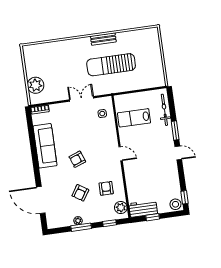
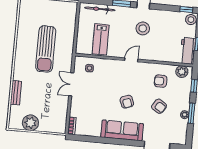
bench: (103, 39) -> (16, 93), moved
plant: (36, 85) -> (30, 123), moved
sofa: (45, 146) -> (122, 130), moved
stool: (155, 158) -> (143, 28), added

